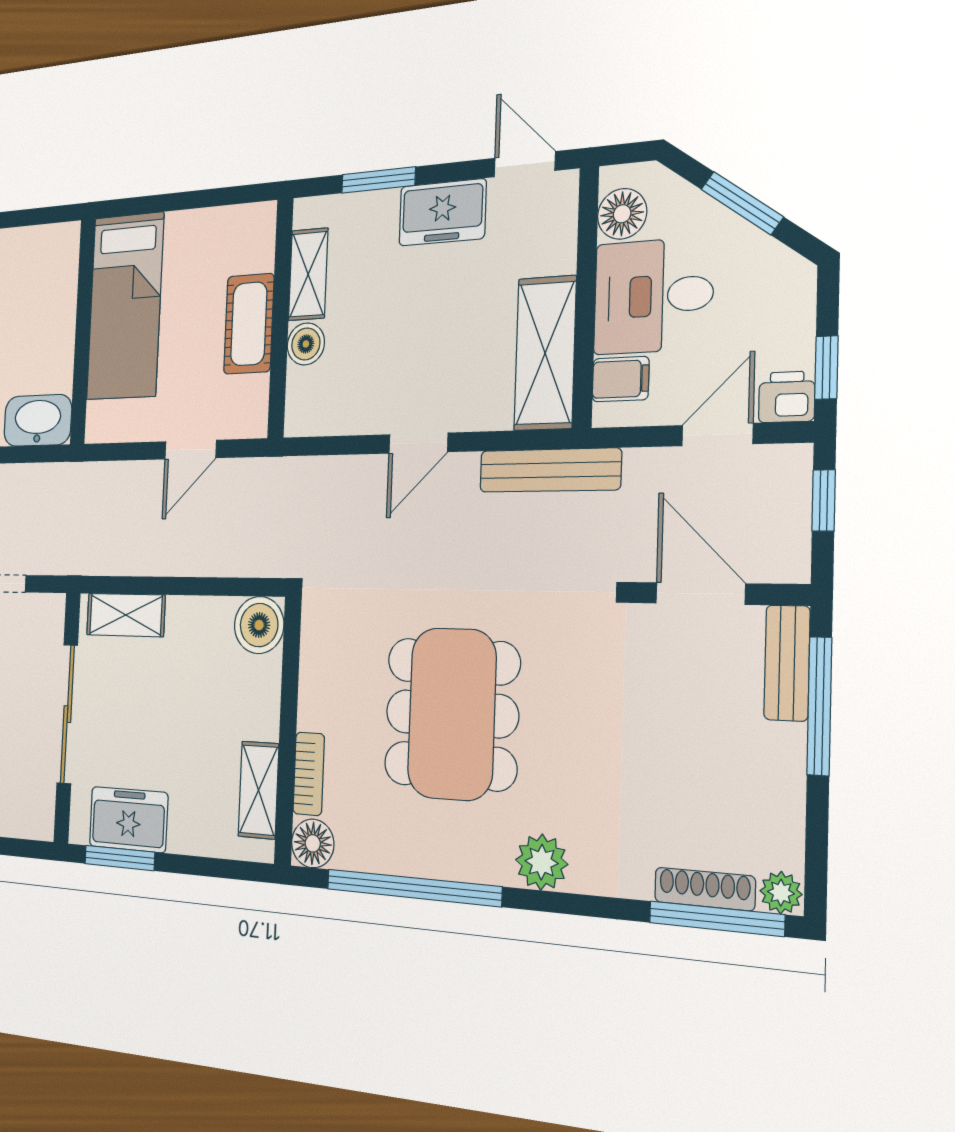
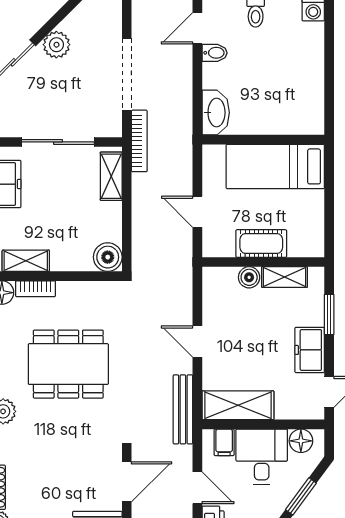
bookcase: (73, 561) -> (139, 141), added

